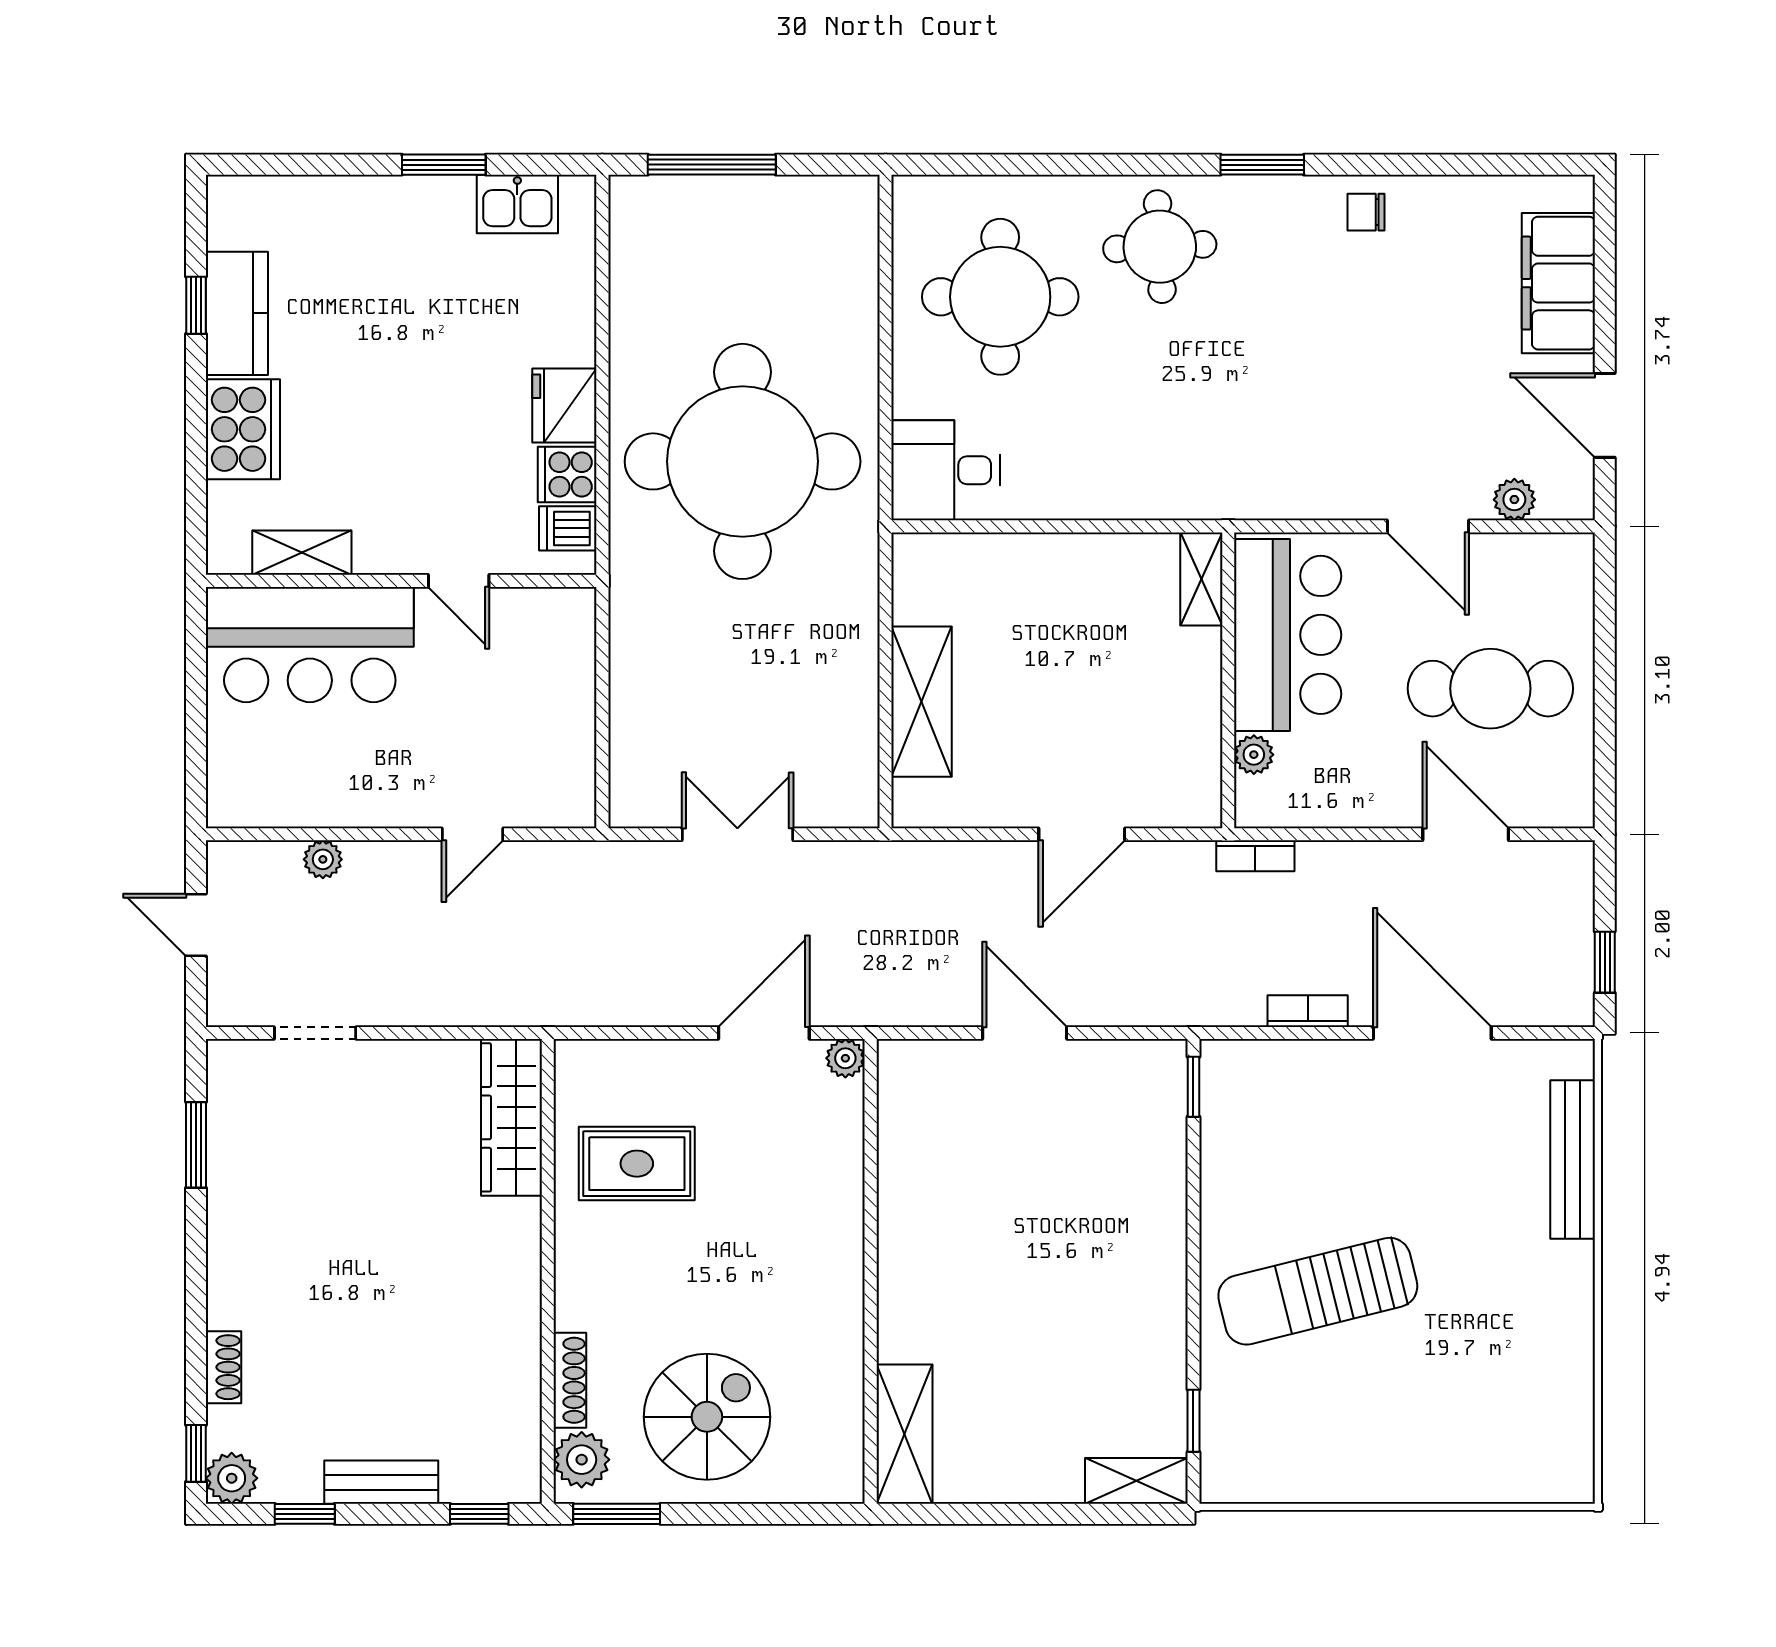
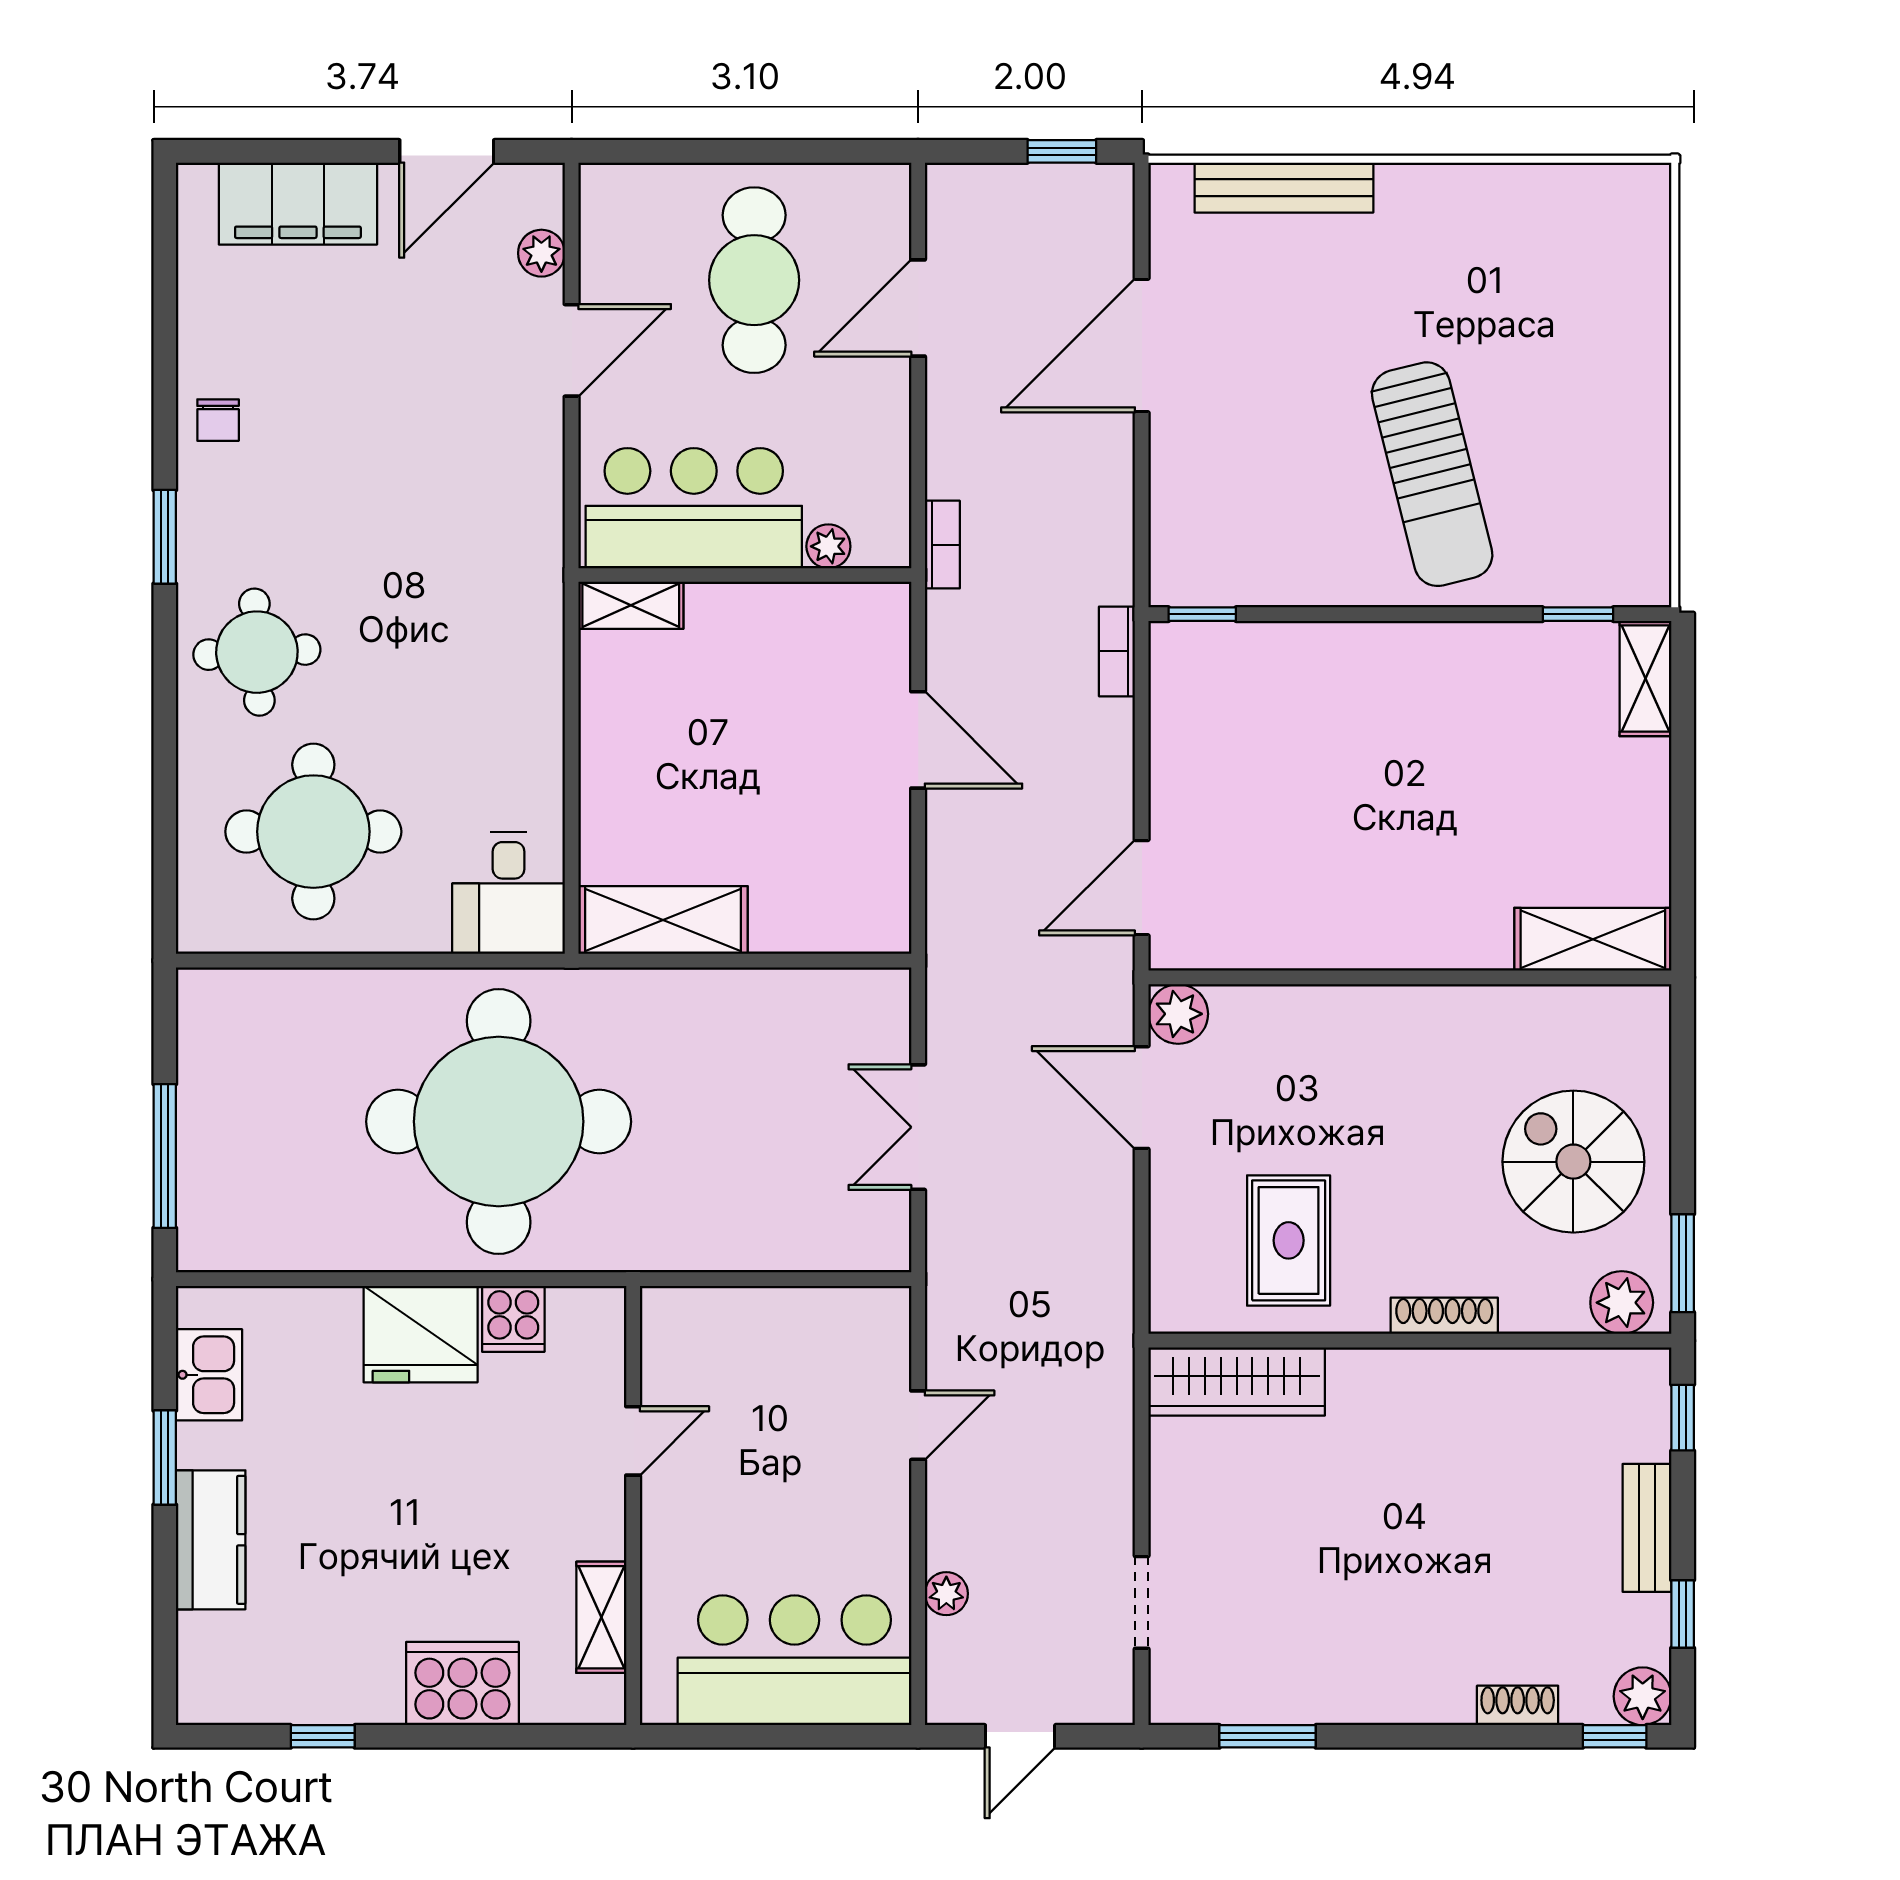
kitchen counter: (237, 313) -> (211, 1540), moved, turned 90
fridge: (564, 406) -> (421, 1334), width x1.36, depth x1.34
dishwasher: (568, 528) -> (574, 1318), removed
bar counter: (310, 645) -> (795, 1660), moved, turned -90
shelving: (922, 702) -> (663, 920), moved
door: (473, 834) -> (918, 1425), hinge flipped
bookcase: (1308, 1011) -> (1117, 651), moved
door: (1025, 1033) -> (1142, 888), moved
plant: (845, 1058) -> (1178, 1014), width x1.38, depth x1.38
shoe rack: (570, 1380) -> (1444, 1316), moved

